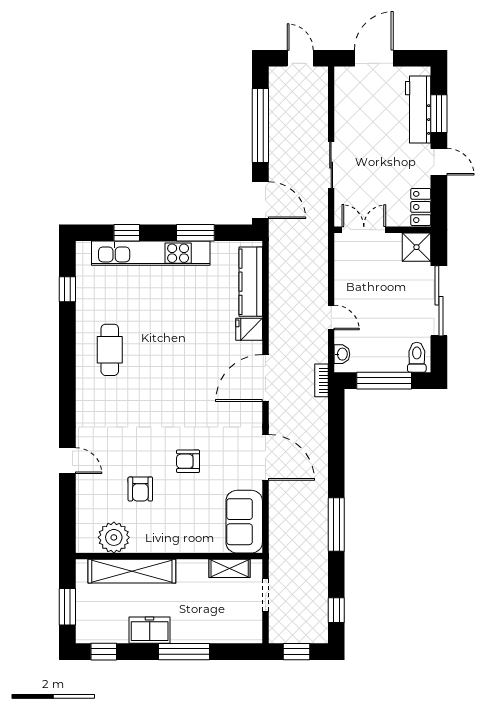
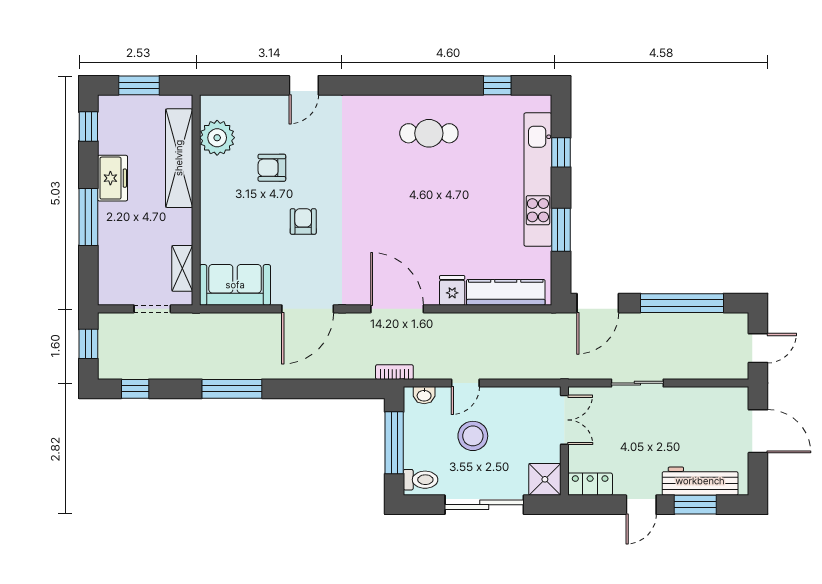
stool: (378, 311) -> (473, 436), added

